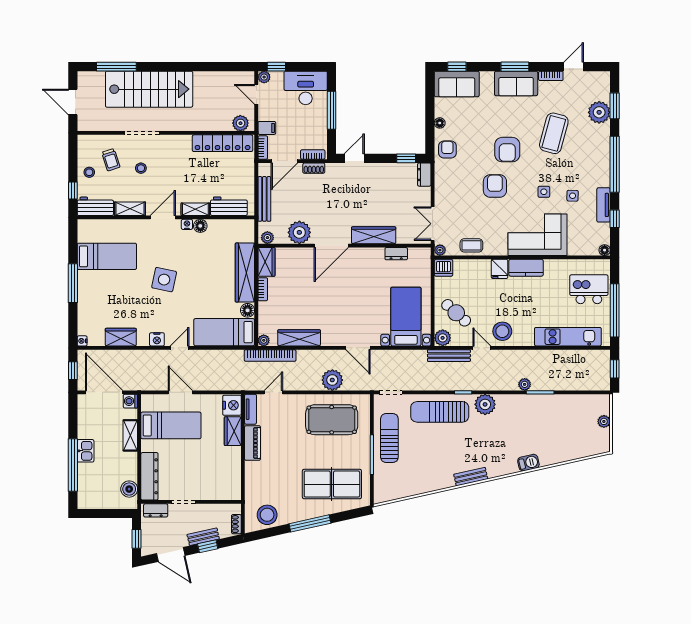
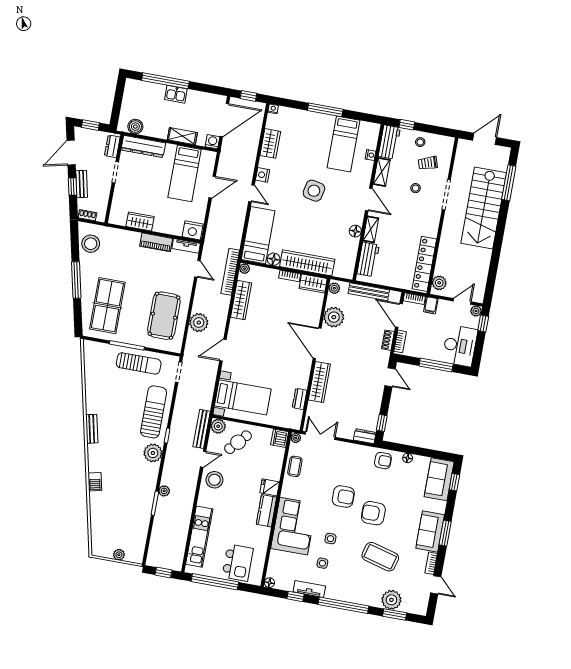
nightstand: (187, 224) -> (371, 155), moved
wardrobe: (233, 431) -> (140, 221), moved

